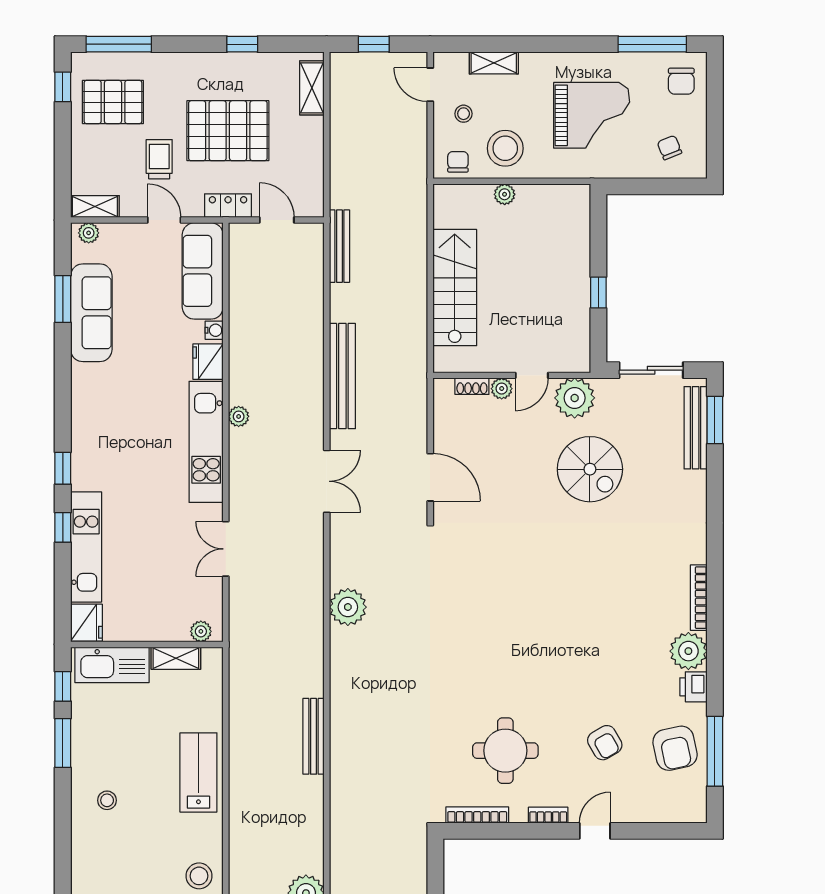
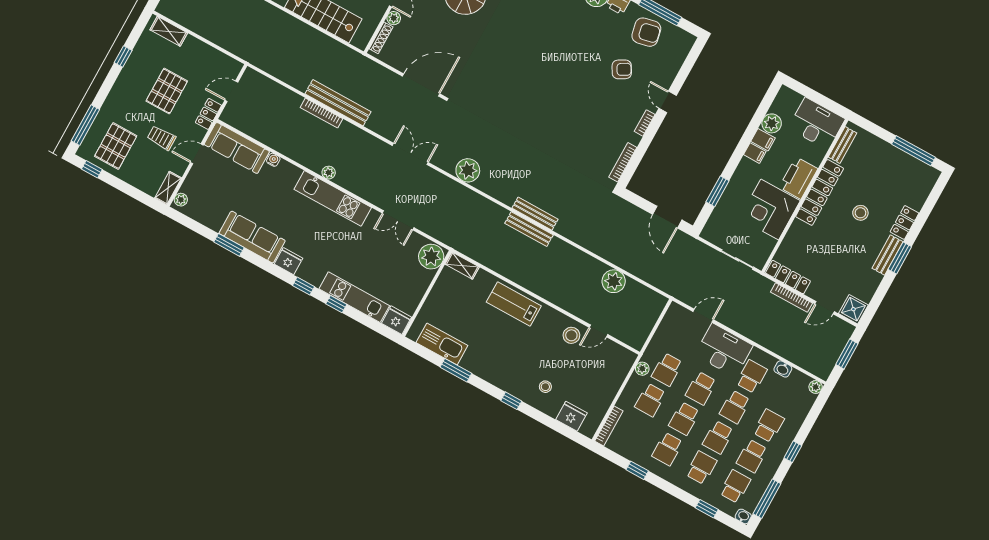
pallet: (228, 131) -> (167, 91), width x0.73, depth x0.71
bench: (339, 246) -> (535, 214), moved
window: (63, 299) -> (229, 245), moved
sofa: (91, 313) -> (252, 237), moved
bookcase: (315, 361) -> (322, 113), added
fridge: (208, 362) -> (288, 261), moved, turned 180
shoe rack: (472, 386) -> (381, 38), width x1.43
door: (430, 477) -> (421, 85), width x1.36
double door: (327, 481) -> (410, 154), moved
plant: (201, 631) -> (431, 257), width x1.88, depth x1.88
shelving: (176, 658) -> (462, 266), moved, turned 90
kitchen sink: (112, 665) -> (442, 344), moved, turned -90
window: (63, 686) -> (511, 401), moved
round table: (505, 751) -> (596, 127), removed
stool: (107, 800) -> (545, 387), moved

